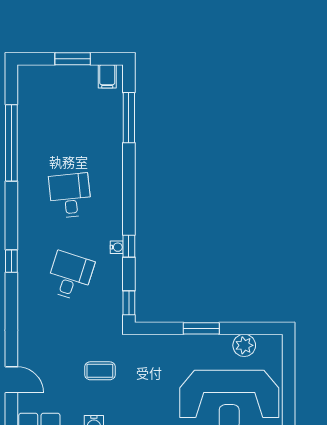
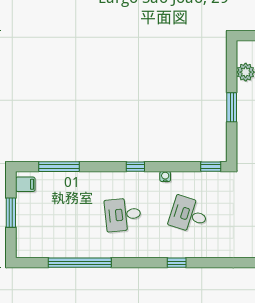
window: (129, 246) -> (135, 167), moved

